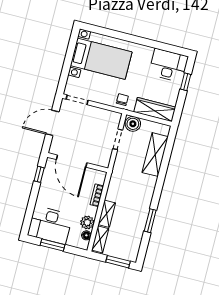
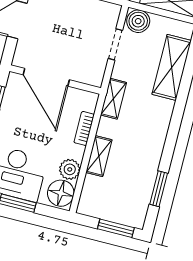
window: (150, 221) -> (159, 189), moved
floor lamp: (86, 235) -> (61, 193), width x1.89, depth x1.89
shelving: (100, 239) -> (114, 99), moved

